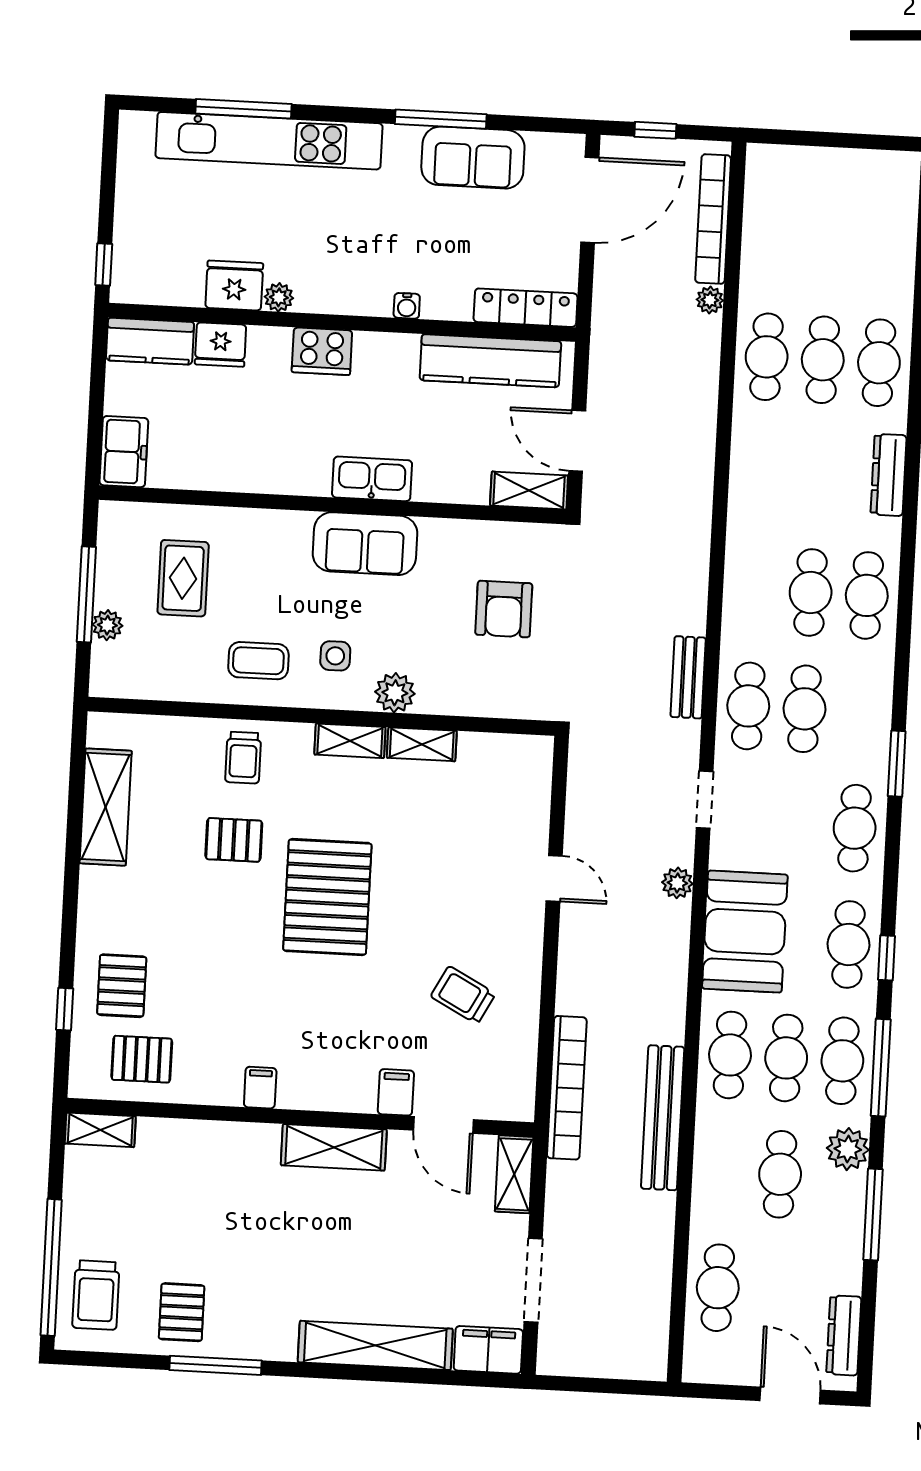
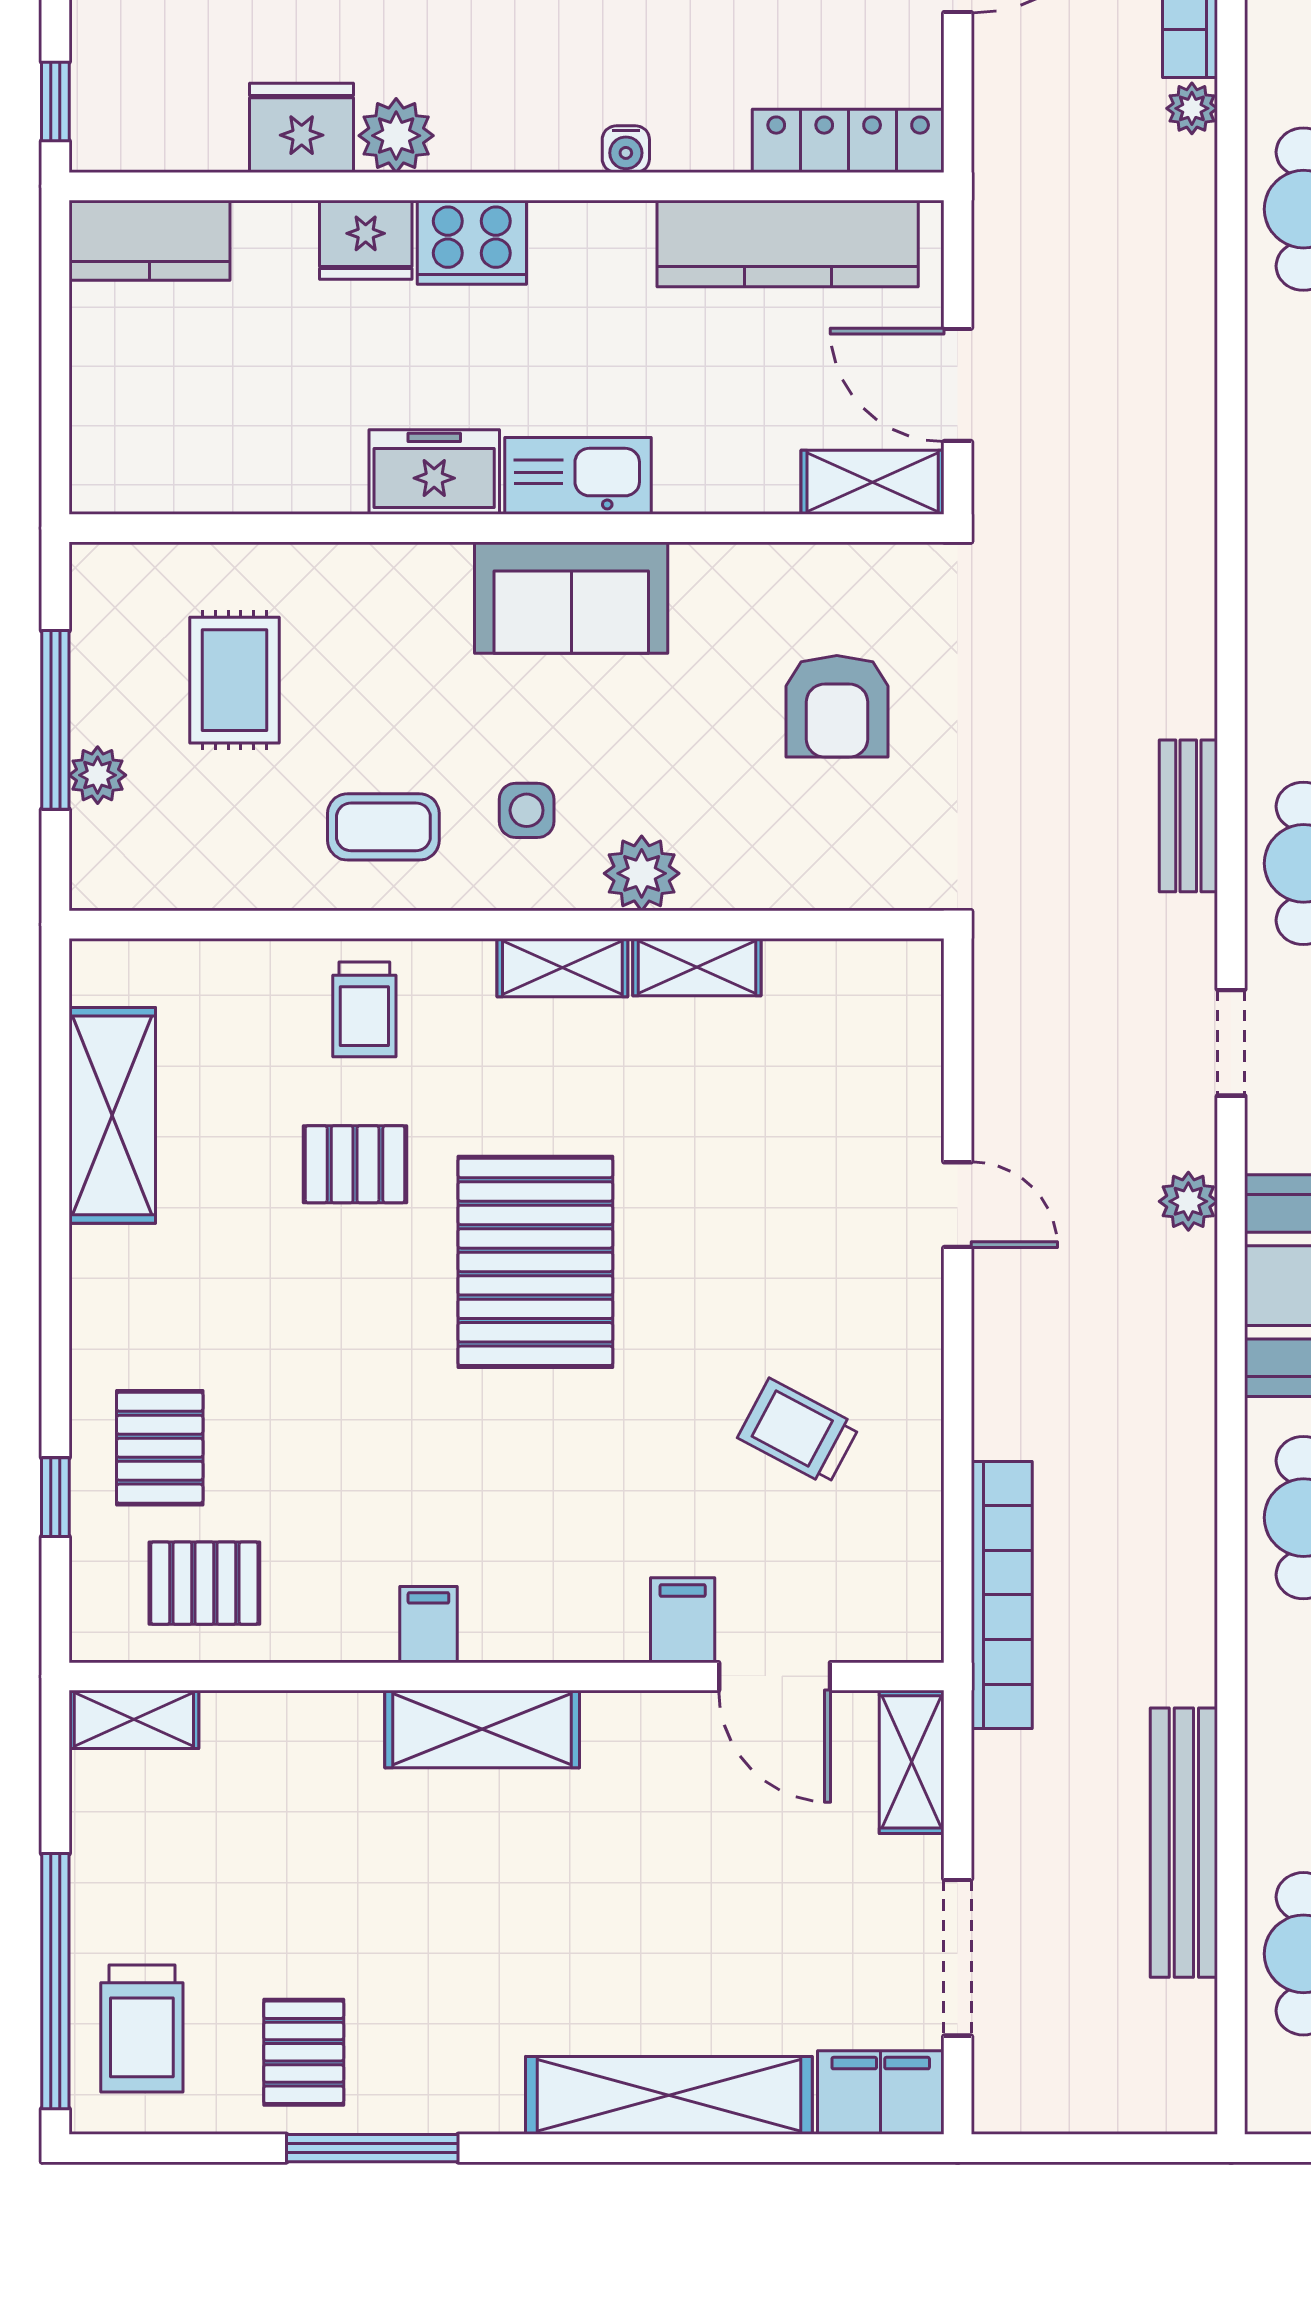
plant: (279, 297) -> (396, 136), width x1.38, depth x1.38
fridge: (220, 345) -> (366, 240), moved
freezer: (124, 452) -> (434, 472), moved, turned -90
bench: (663, 1118) -> (1184, 1843), moved
shelving: (334, 1147) -> (482, 1729), moved

